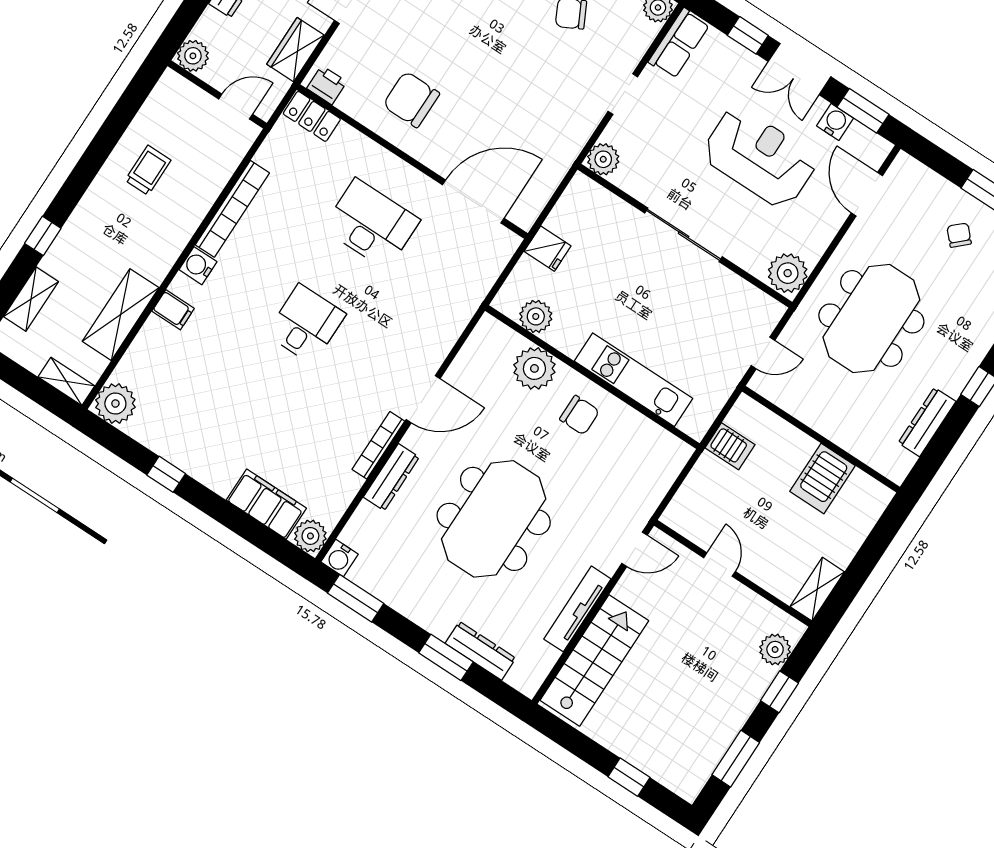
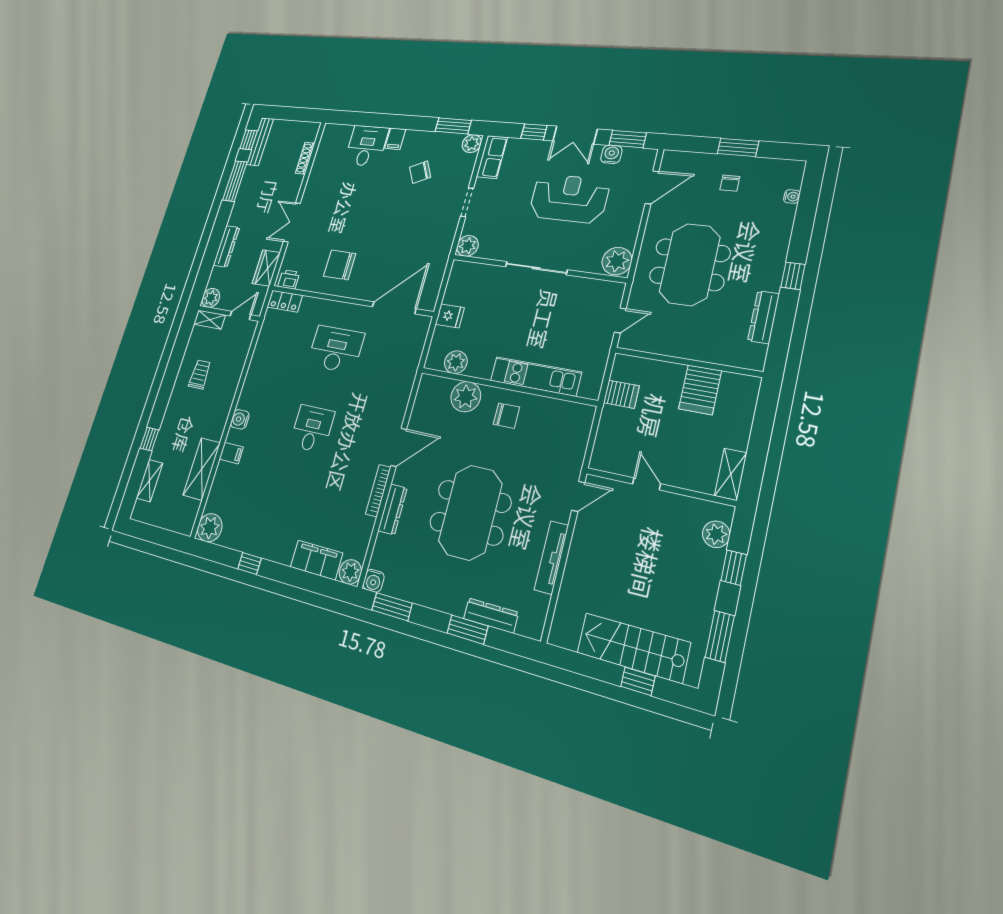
door: (867, 194) -> (652, 187), swing flipped
bookcase: (232, 209) -> (252, 376), removed
chair: (959, 235) -> (730, 183), turned -137
shelving: (66, 381) -> (209, 320), moved
stairs: (594, 660) -> (633, 648), moved, turned -90

